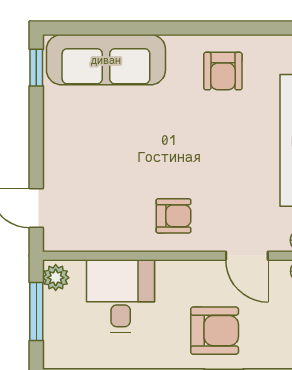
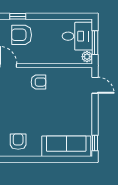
armchair: (174, 216) -> (38, 82), turned 180
desk: (121, 296) -> (77, 36), moved, turned -90

